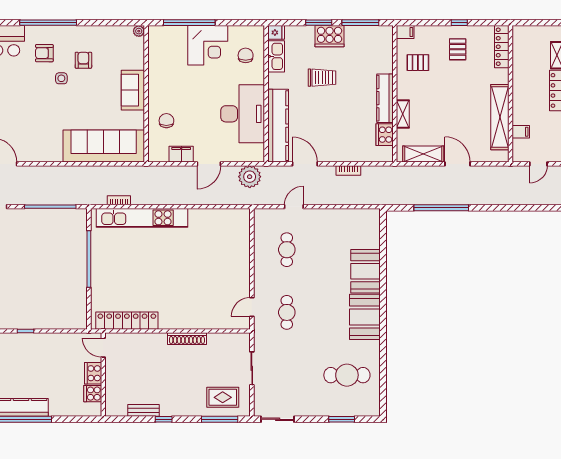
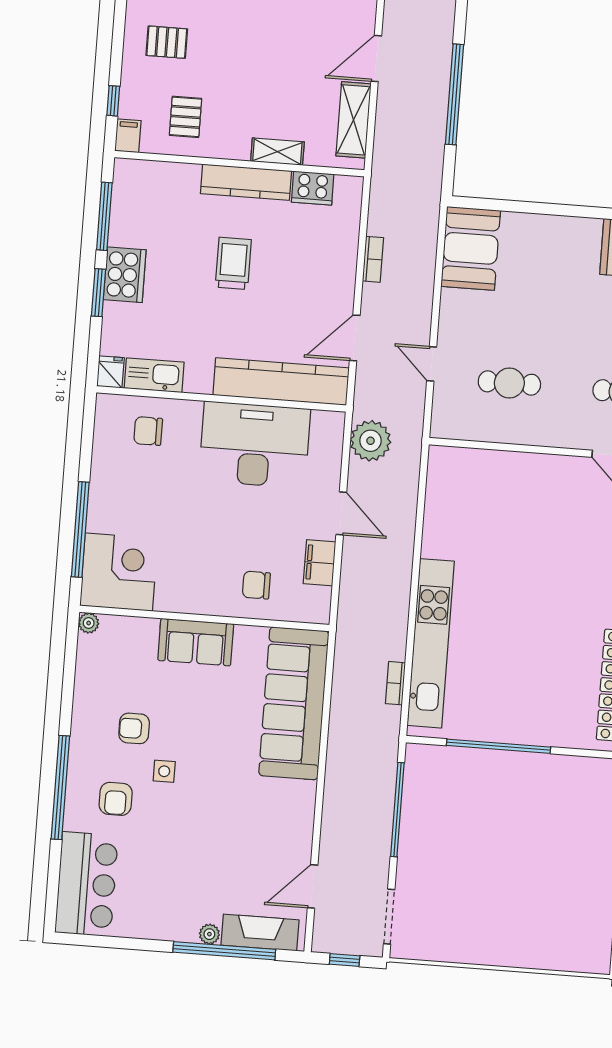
window: (459, 23) -> (113, 101), moved
corner desk: (208, 45) -> (119, 572), moved
trolley: (322, 78) -> (233, 263), moved
booth: (366, 271) -> (471, 248), moved, turned 90

